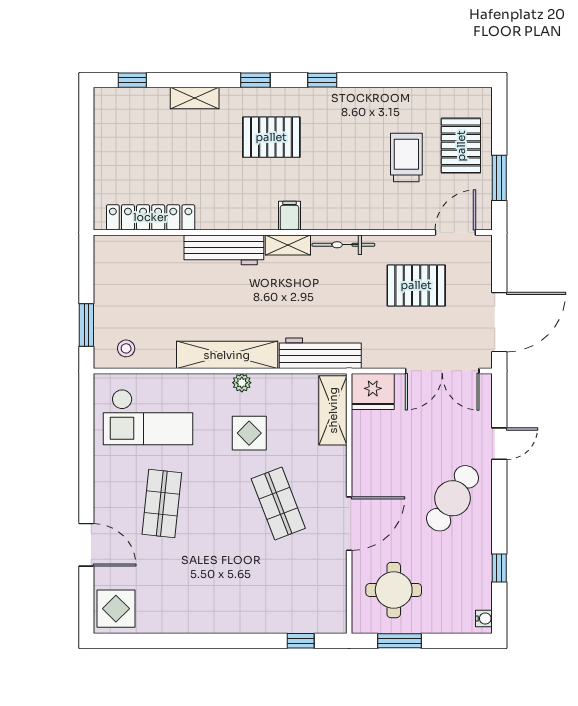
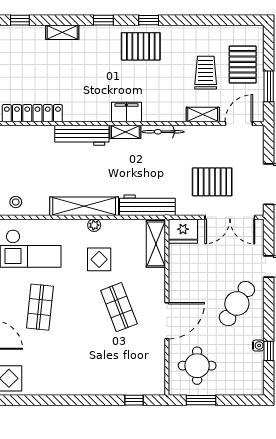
pallet: (271, 137) -> (141, 46), moved
filing cabinet: (290, 216) -> (126, 112), width x2.00
shelving: (402, 219) -> (203, 115), added
pallet: (416, 285) -> (212, 182), moved
water cooler: (484, 618) -> (258, 346), moved

